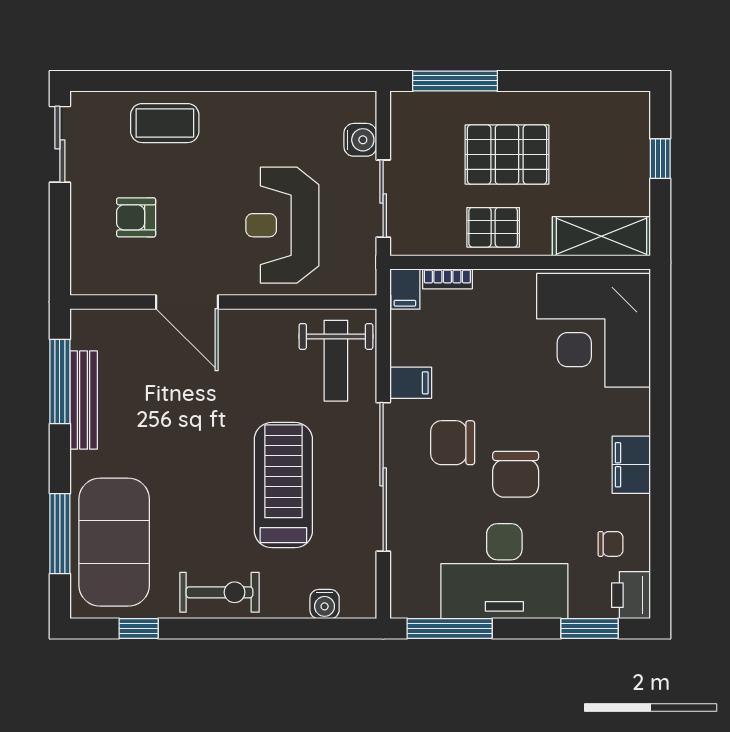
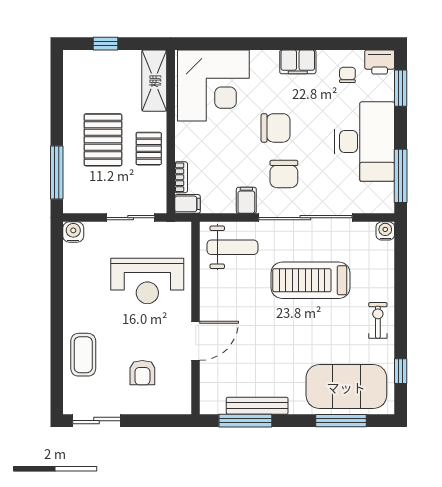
water cooler: (360, 140) -> (73, 232), moved
chair: (516, 474) -> (276, 128), moved
exercise bike: (219, 592) -> (378, 320), width x0.73, depth x0.72
water cooler: (325, 604) -> (385, 231), moved, turned -90

